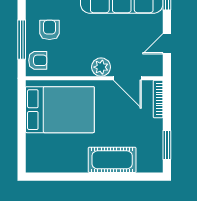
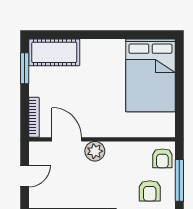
armchair: (38, 60) -> (162, 158), turned -90
bed: (60, 110) -> (151, 75), moved, turned -90
cot: (112, 160) -> (54, 52), moved

